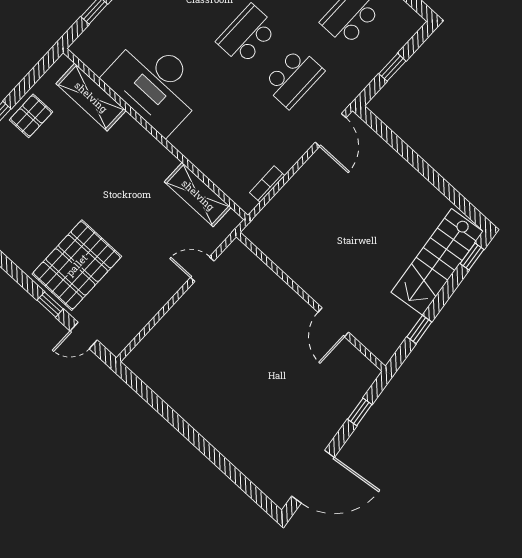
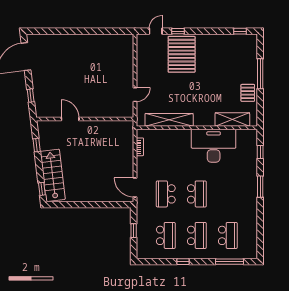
shelving: (198, 195) -> (169, 120), width x1.47

